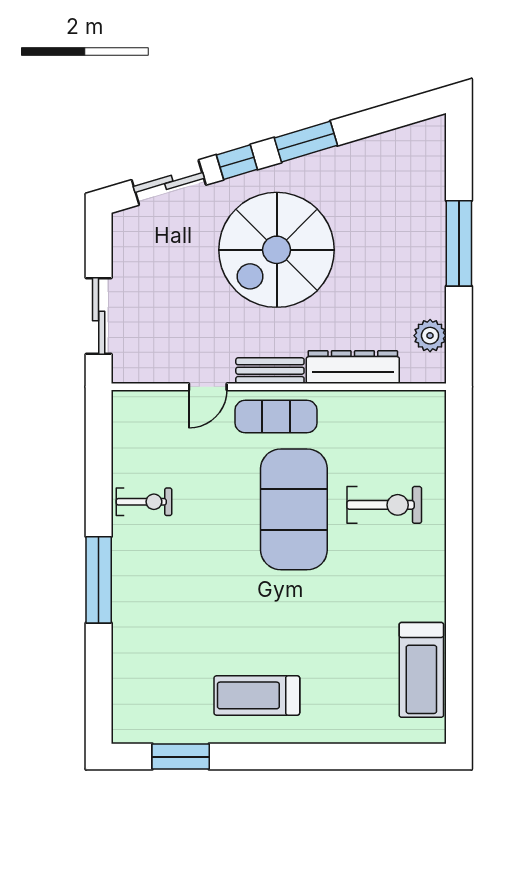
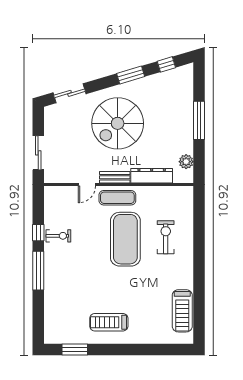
window: (237, 162) -> (166, 64), moved
window: (99, 495) -> (38, 233), added
exercise bike: (384, 505) -> (166, 237), turned -90

